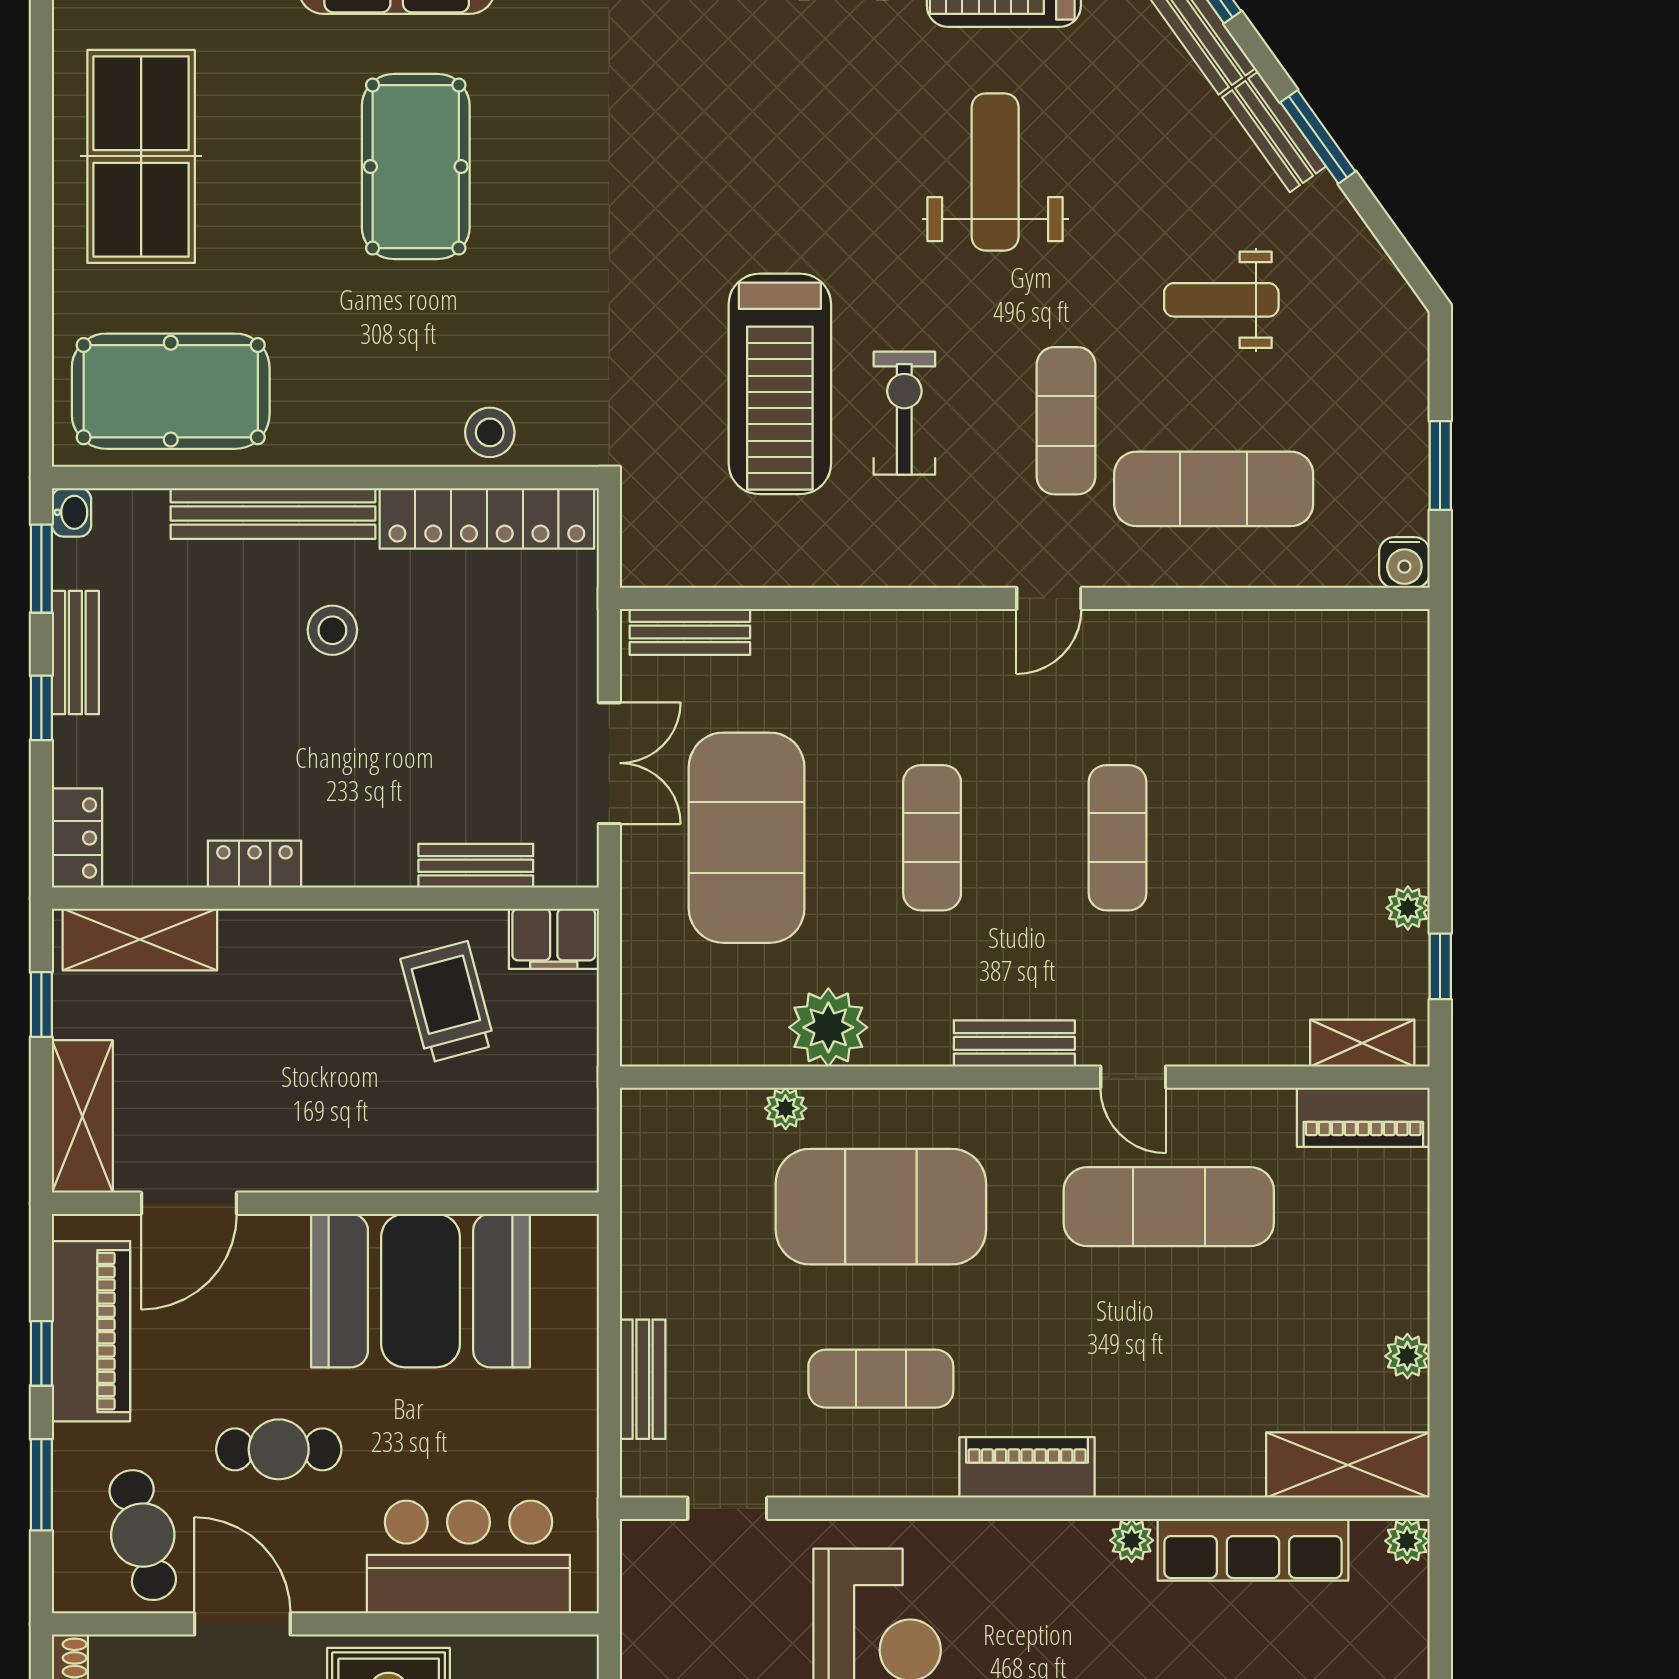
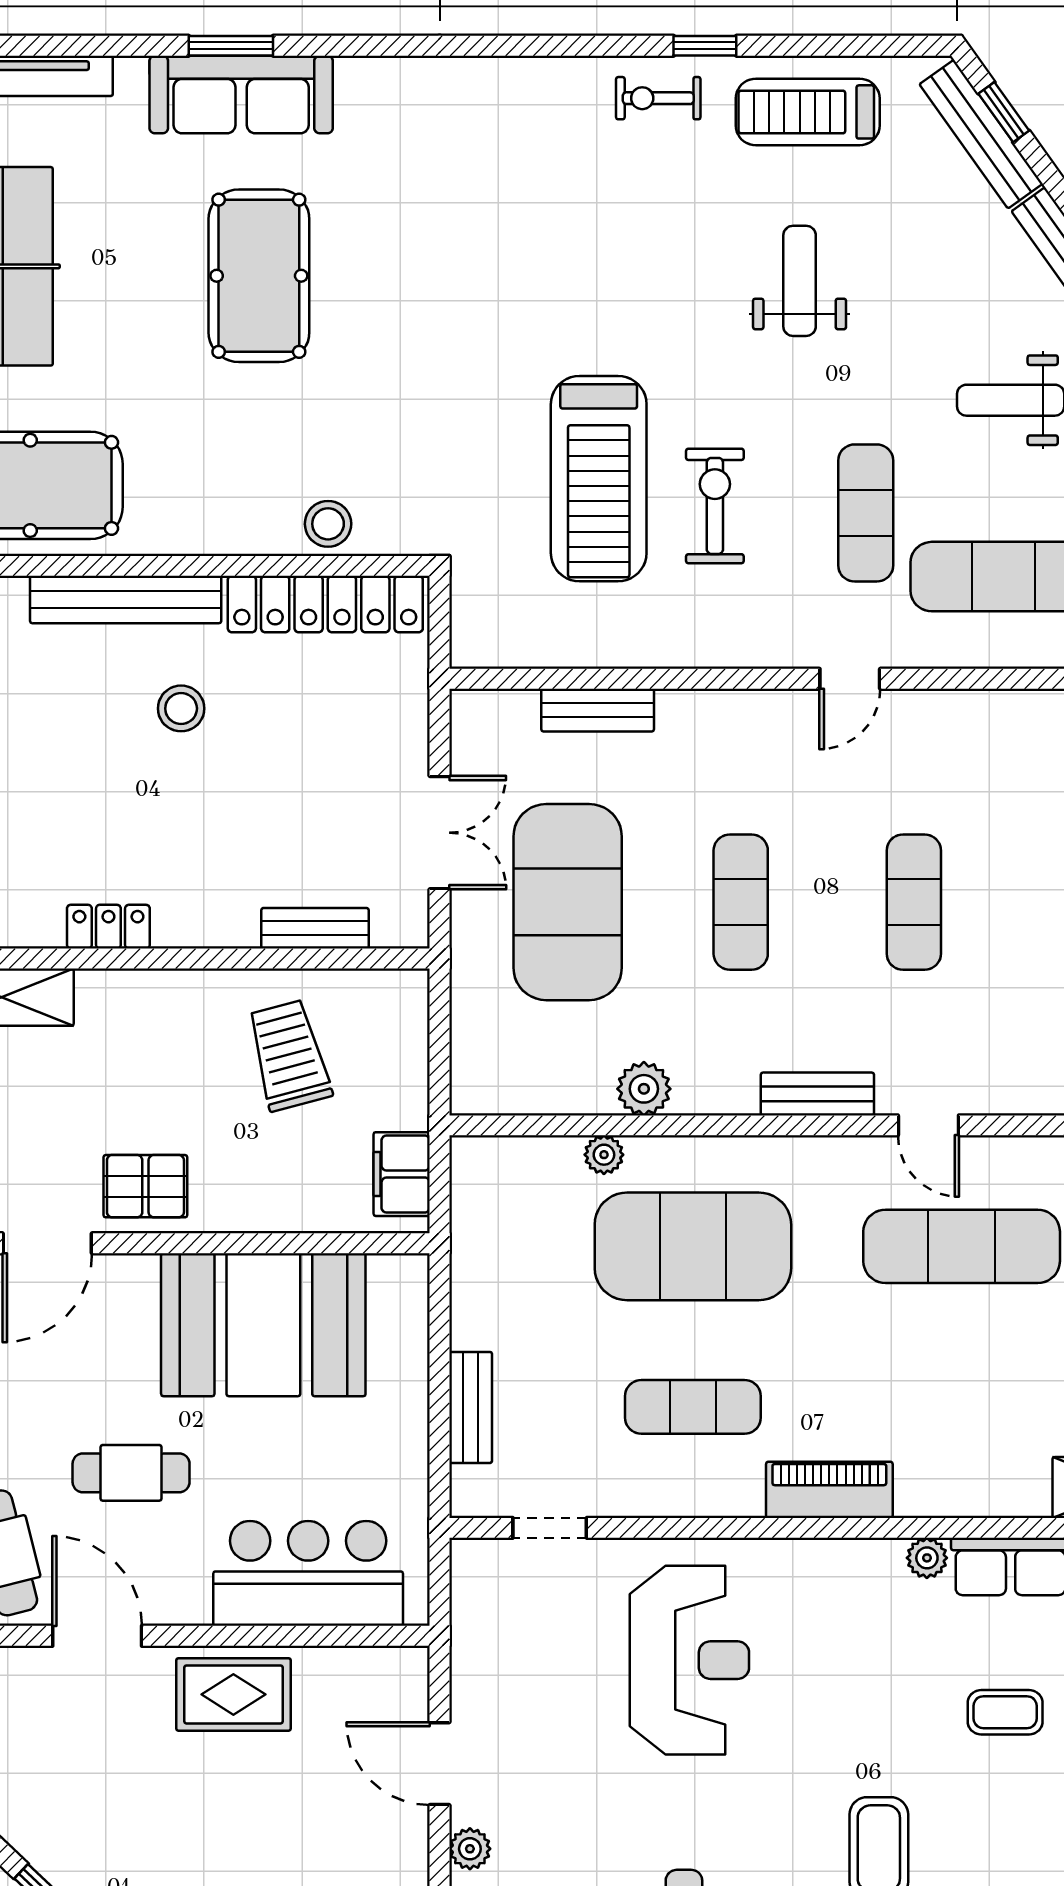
weight bench: (995, 172) -> (800, 281), width x0.73, depth x0.75
bench: (690, 632) -> (598, 710), moved
filing cabinet: (554, 939) -> (402, 1174), moved, turned 90
plant: (828, 1027) -> (644, 1089), width x0.73, depth x0.73
pallet: (294, 1142) -> (145, 1186), added

